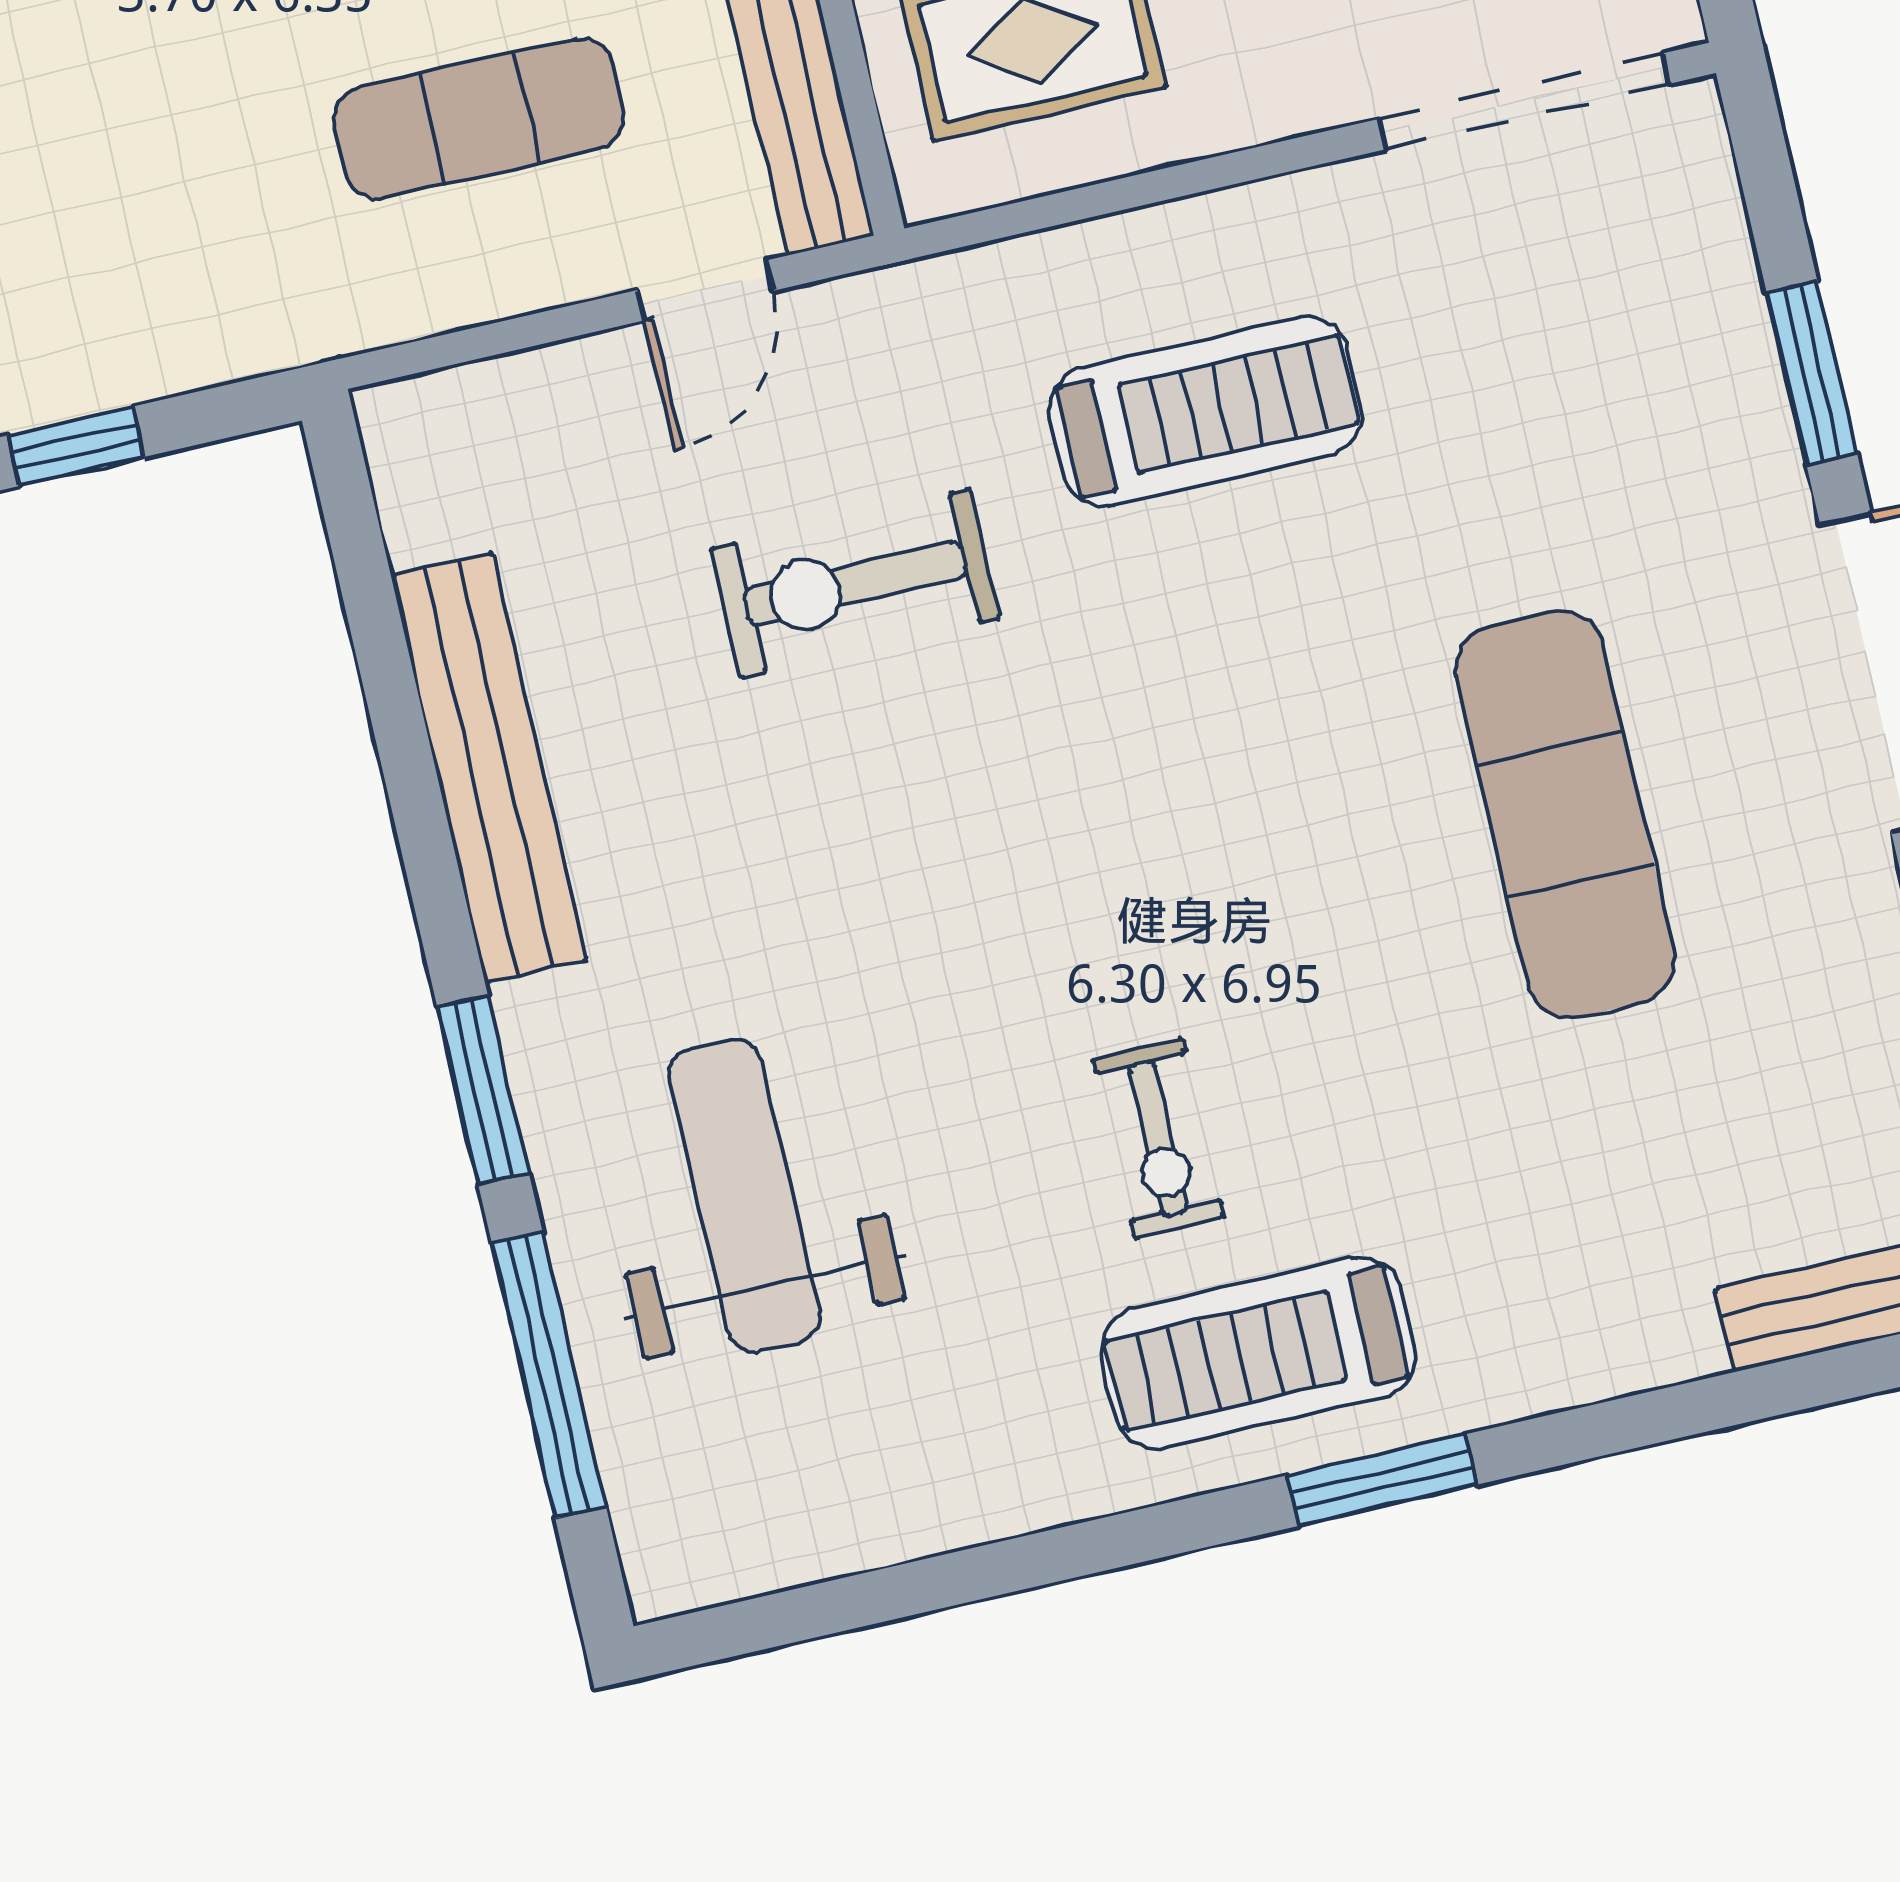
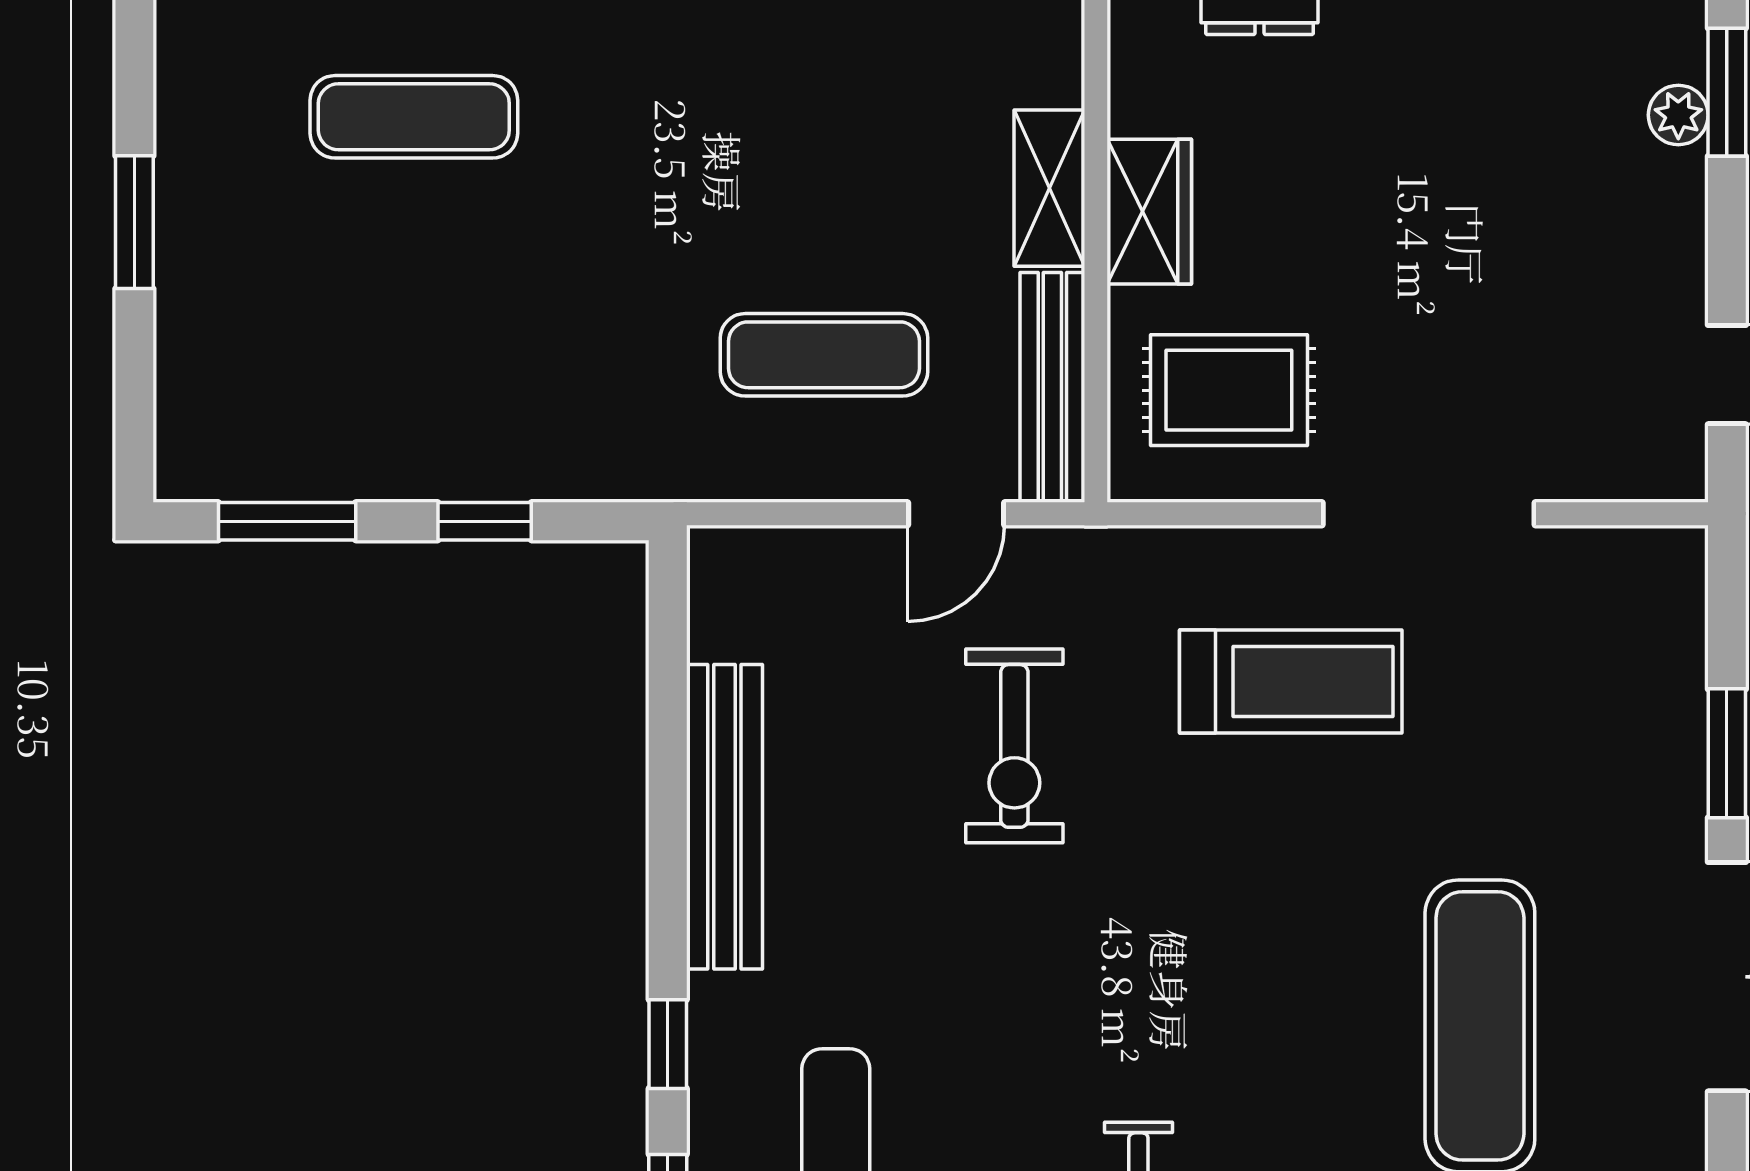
doorway: (1524, 101) -> (1429, 514), moved
exercise bike: (855, 583) -> (1014, 746), turned -90
window: (483, 1090) -> (668, 1044), width x0.67

